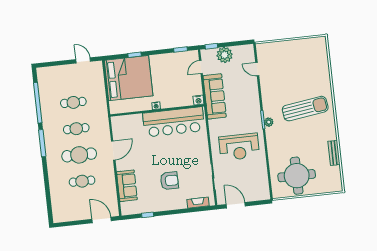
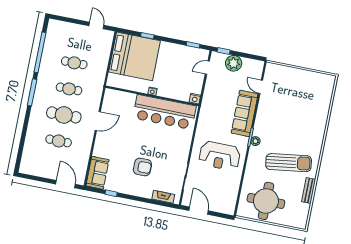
sofa: (215, 96) -> (245, 113), moved, turned 180
sun lounger: (305, 109) -> (289, 163), moved
sofa: (127, 186) -> (97, 173), moved

